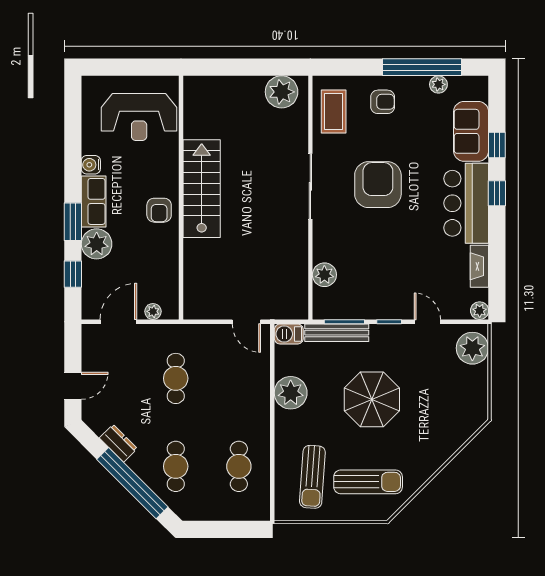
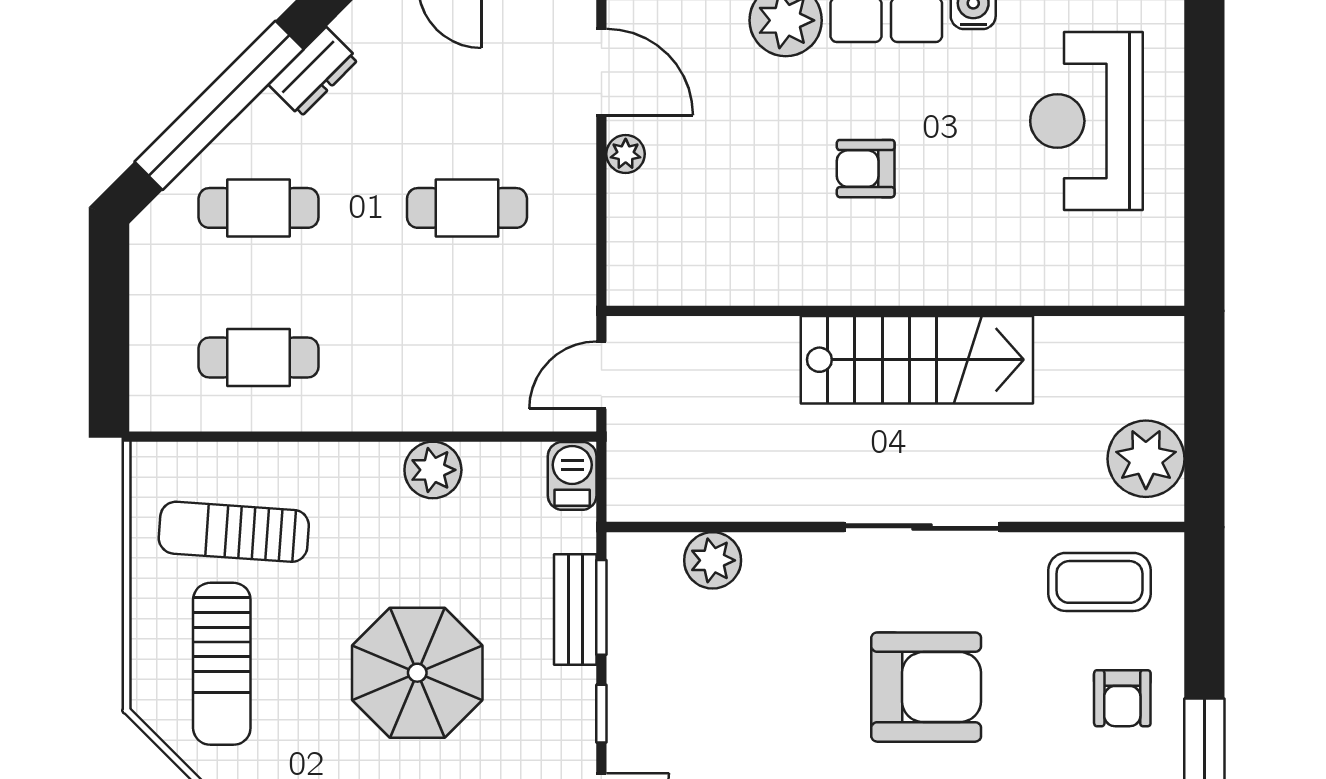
stairs: (202, 189) -> (917, 360), moved
wall: (181, 198) -> (895, 311), moved
bench: (337, 333) -> (575, 610), width x0.73
plant: (291, 393) -> (433, 470), width x0.73, depth x0.73

